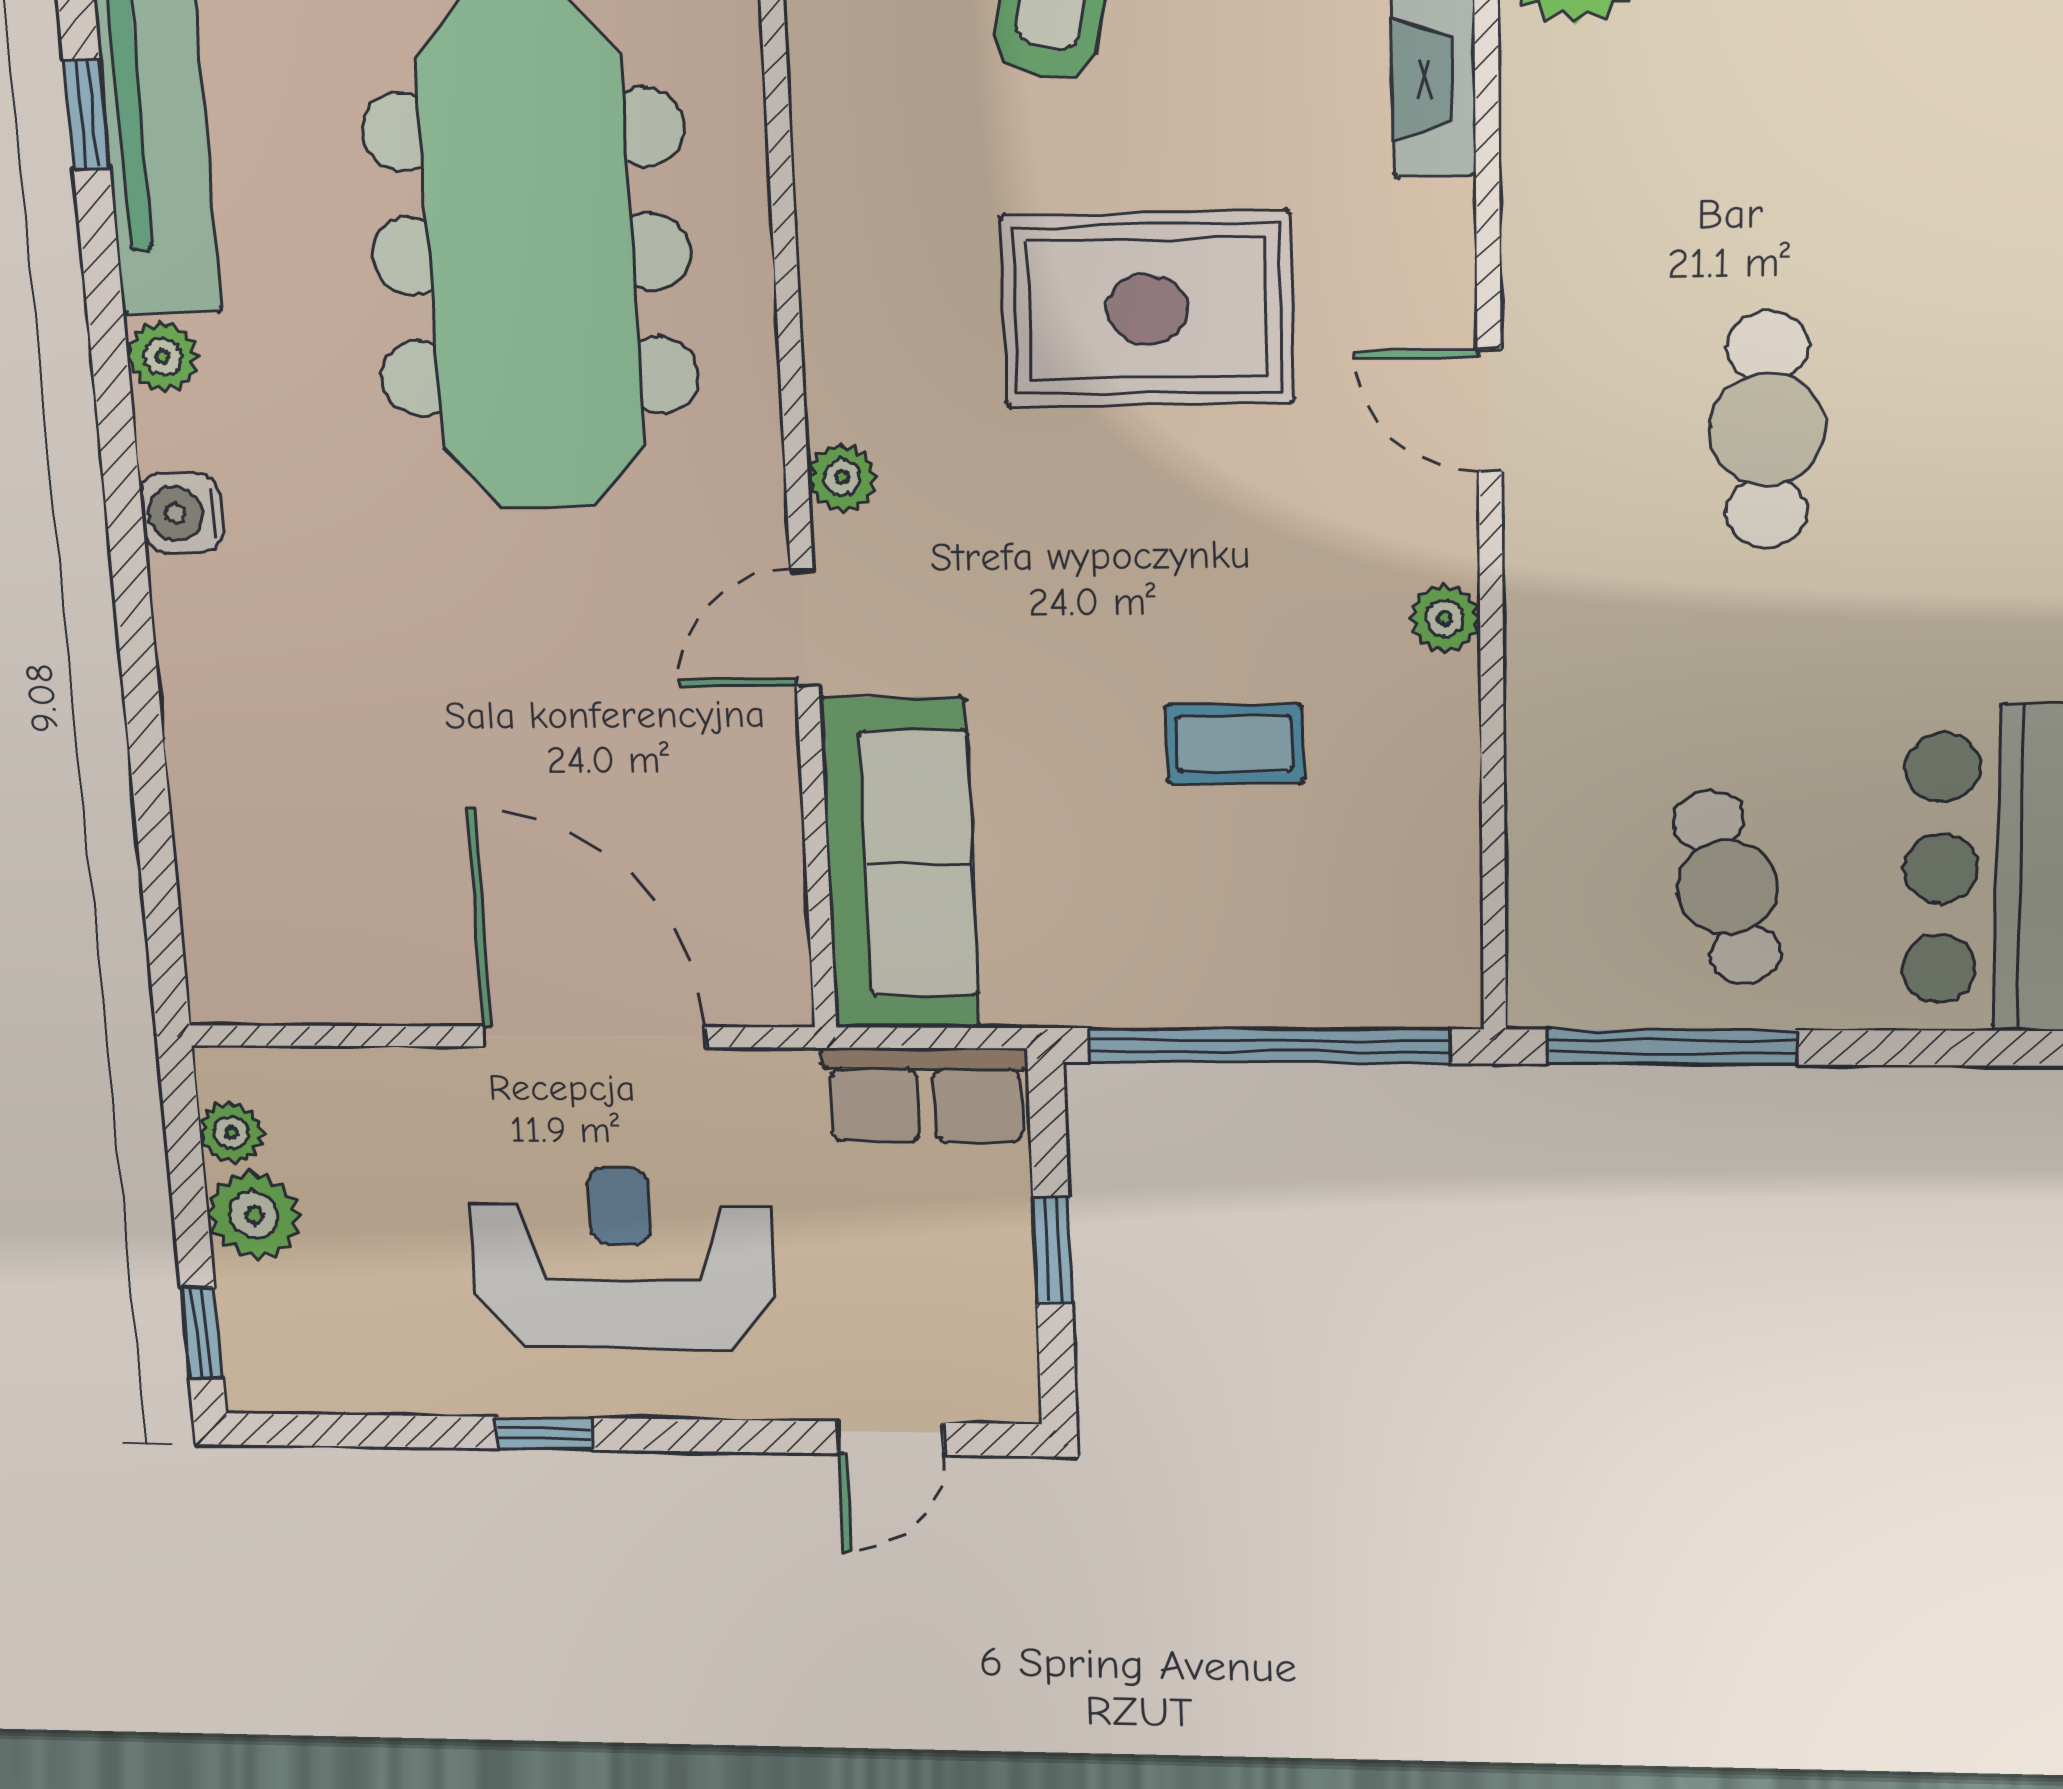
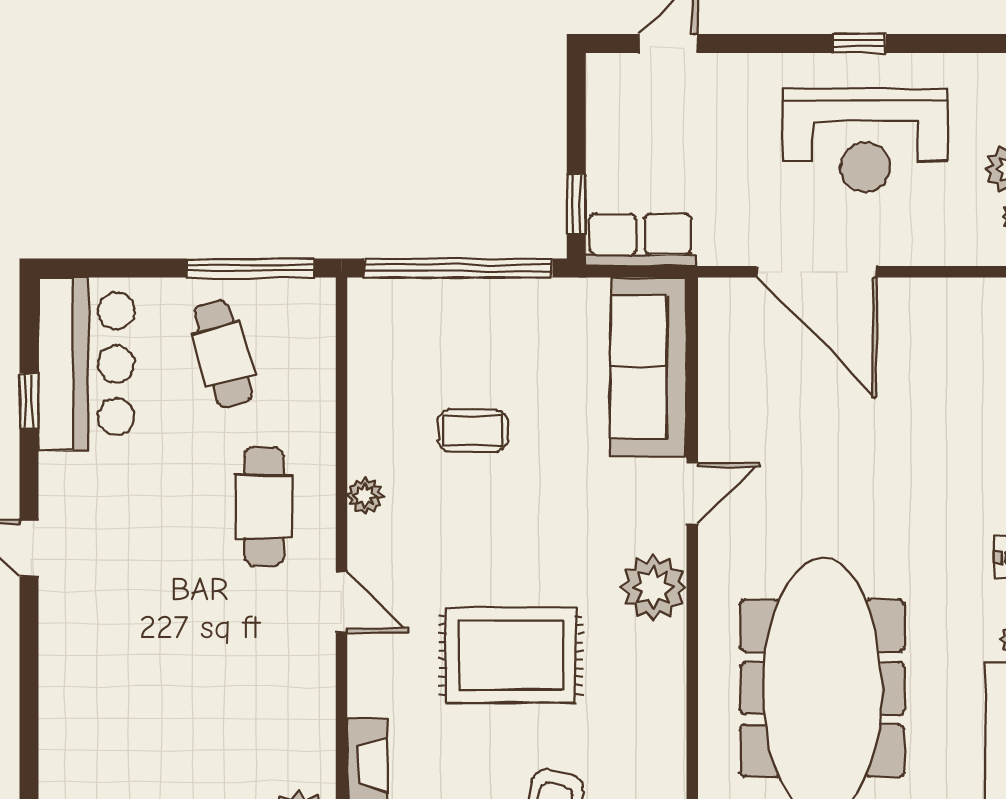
cafe table: (1767, 430) -> (264, 506), moved
plant: (842, 478) -> (653, 587), width x1.87, depth x1.87
window: (1053, 1250) -> (576, 204), moved
reception desk: (622, 1259) -> (865, 140), moved

